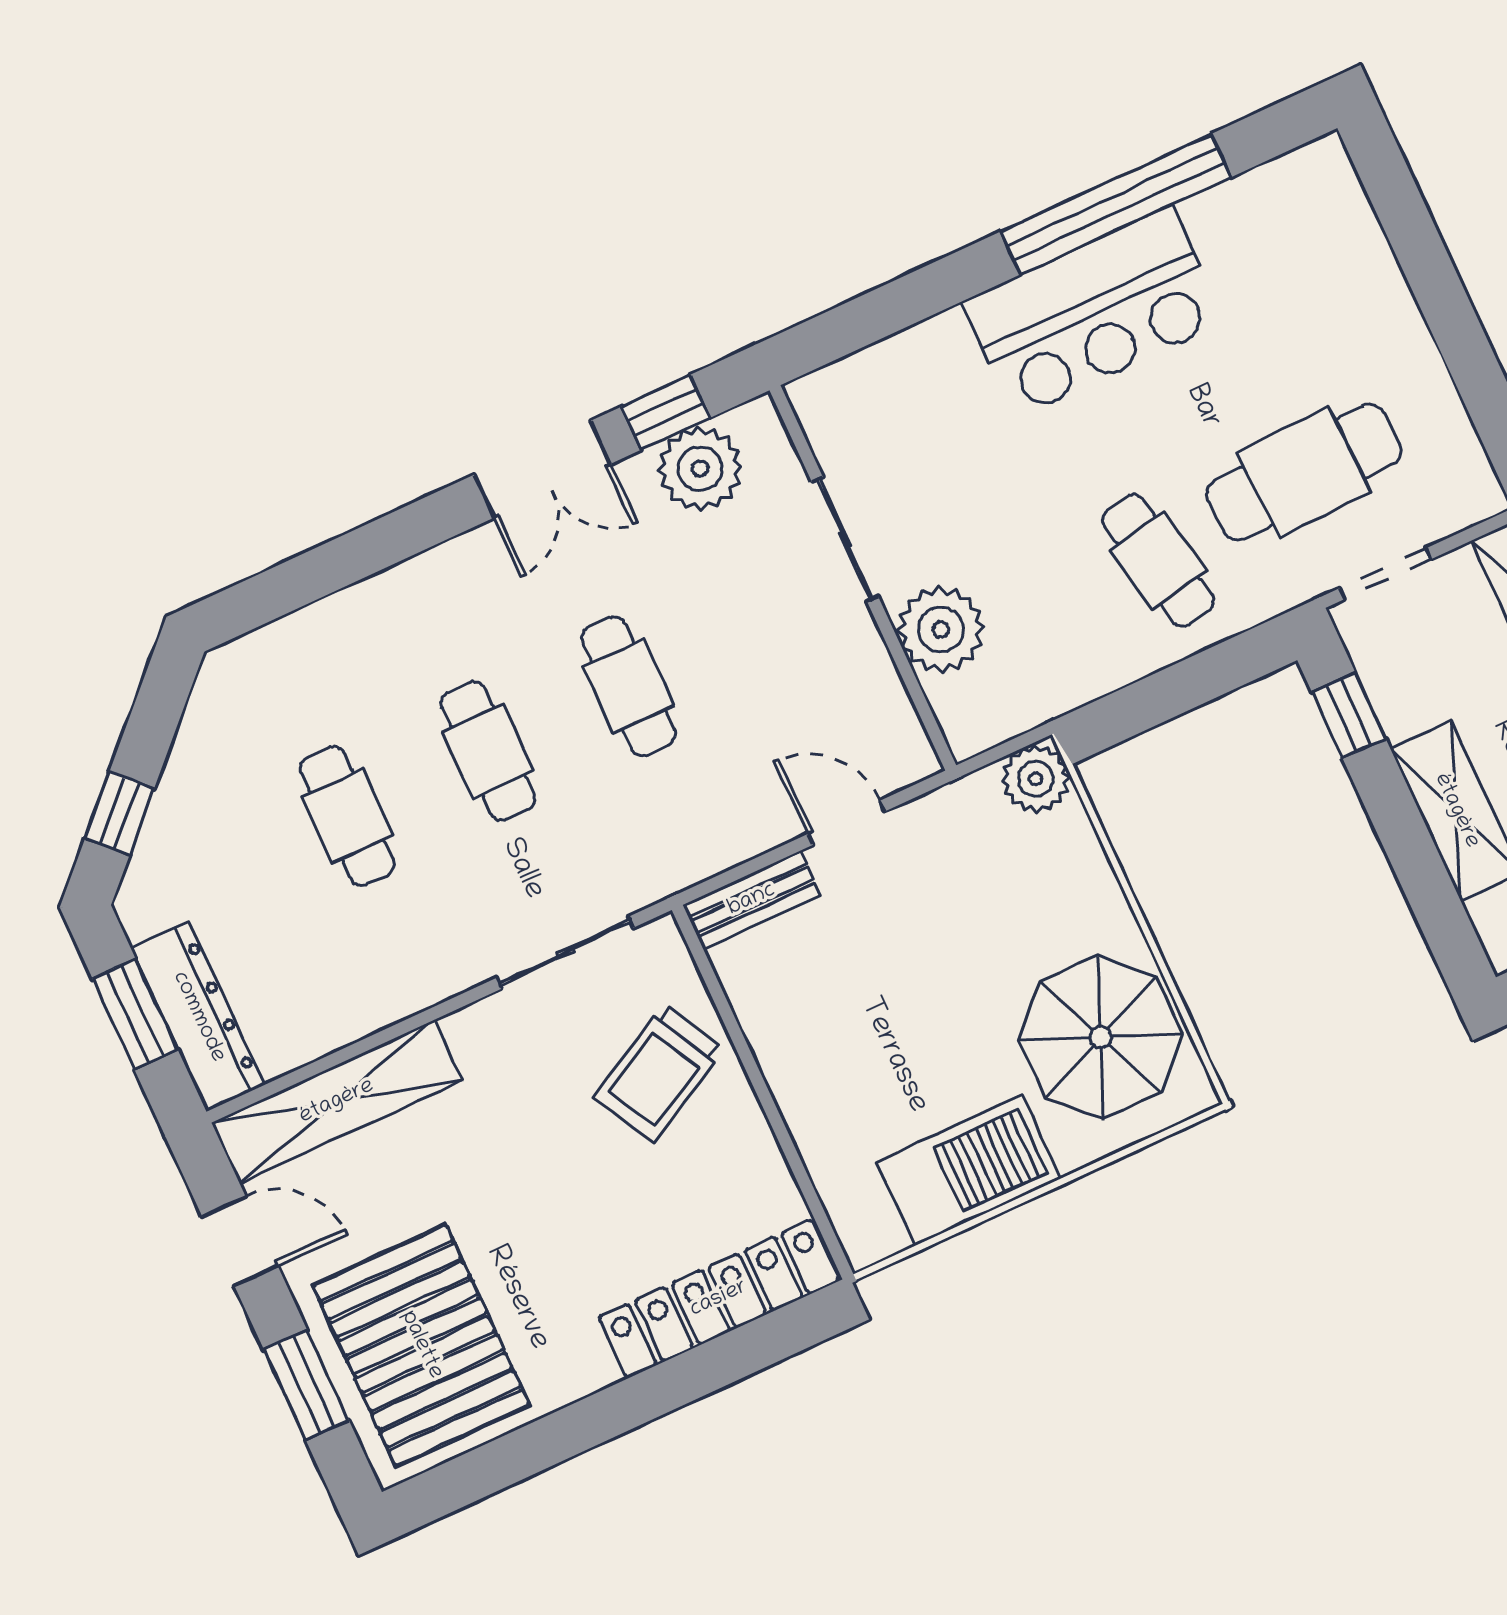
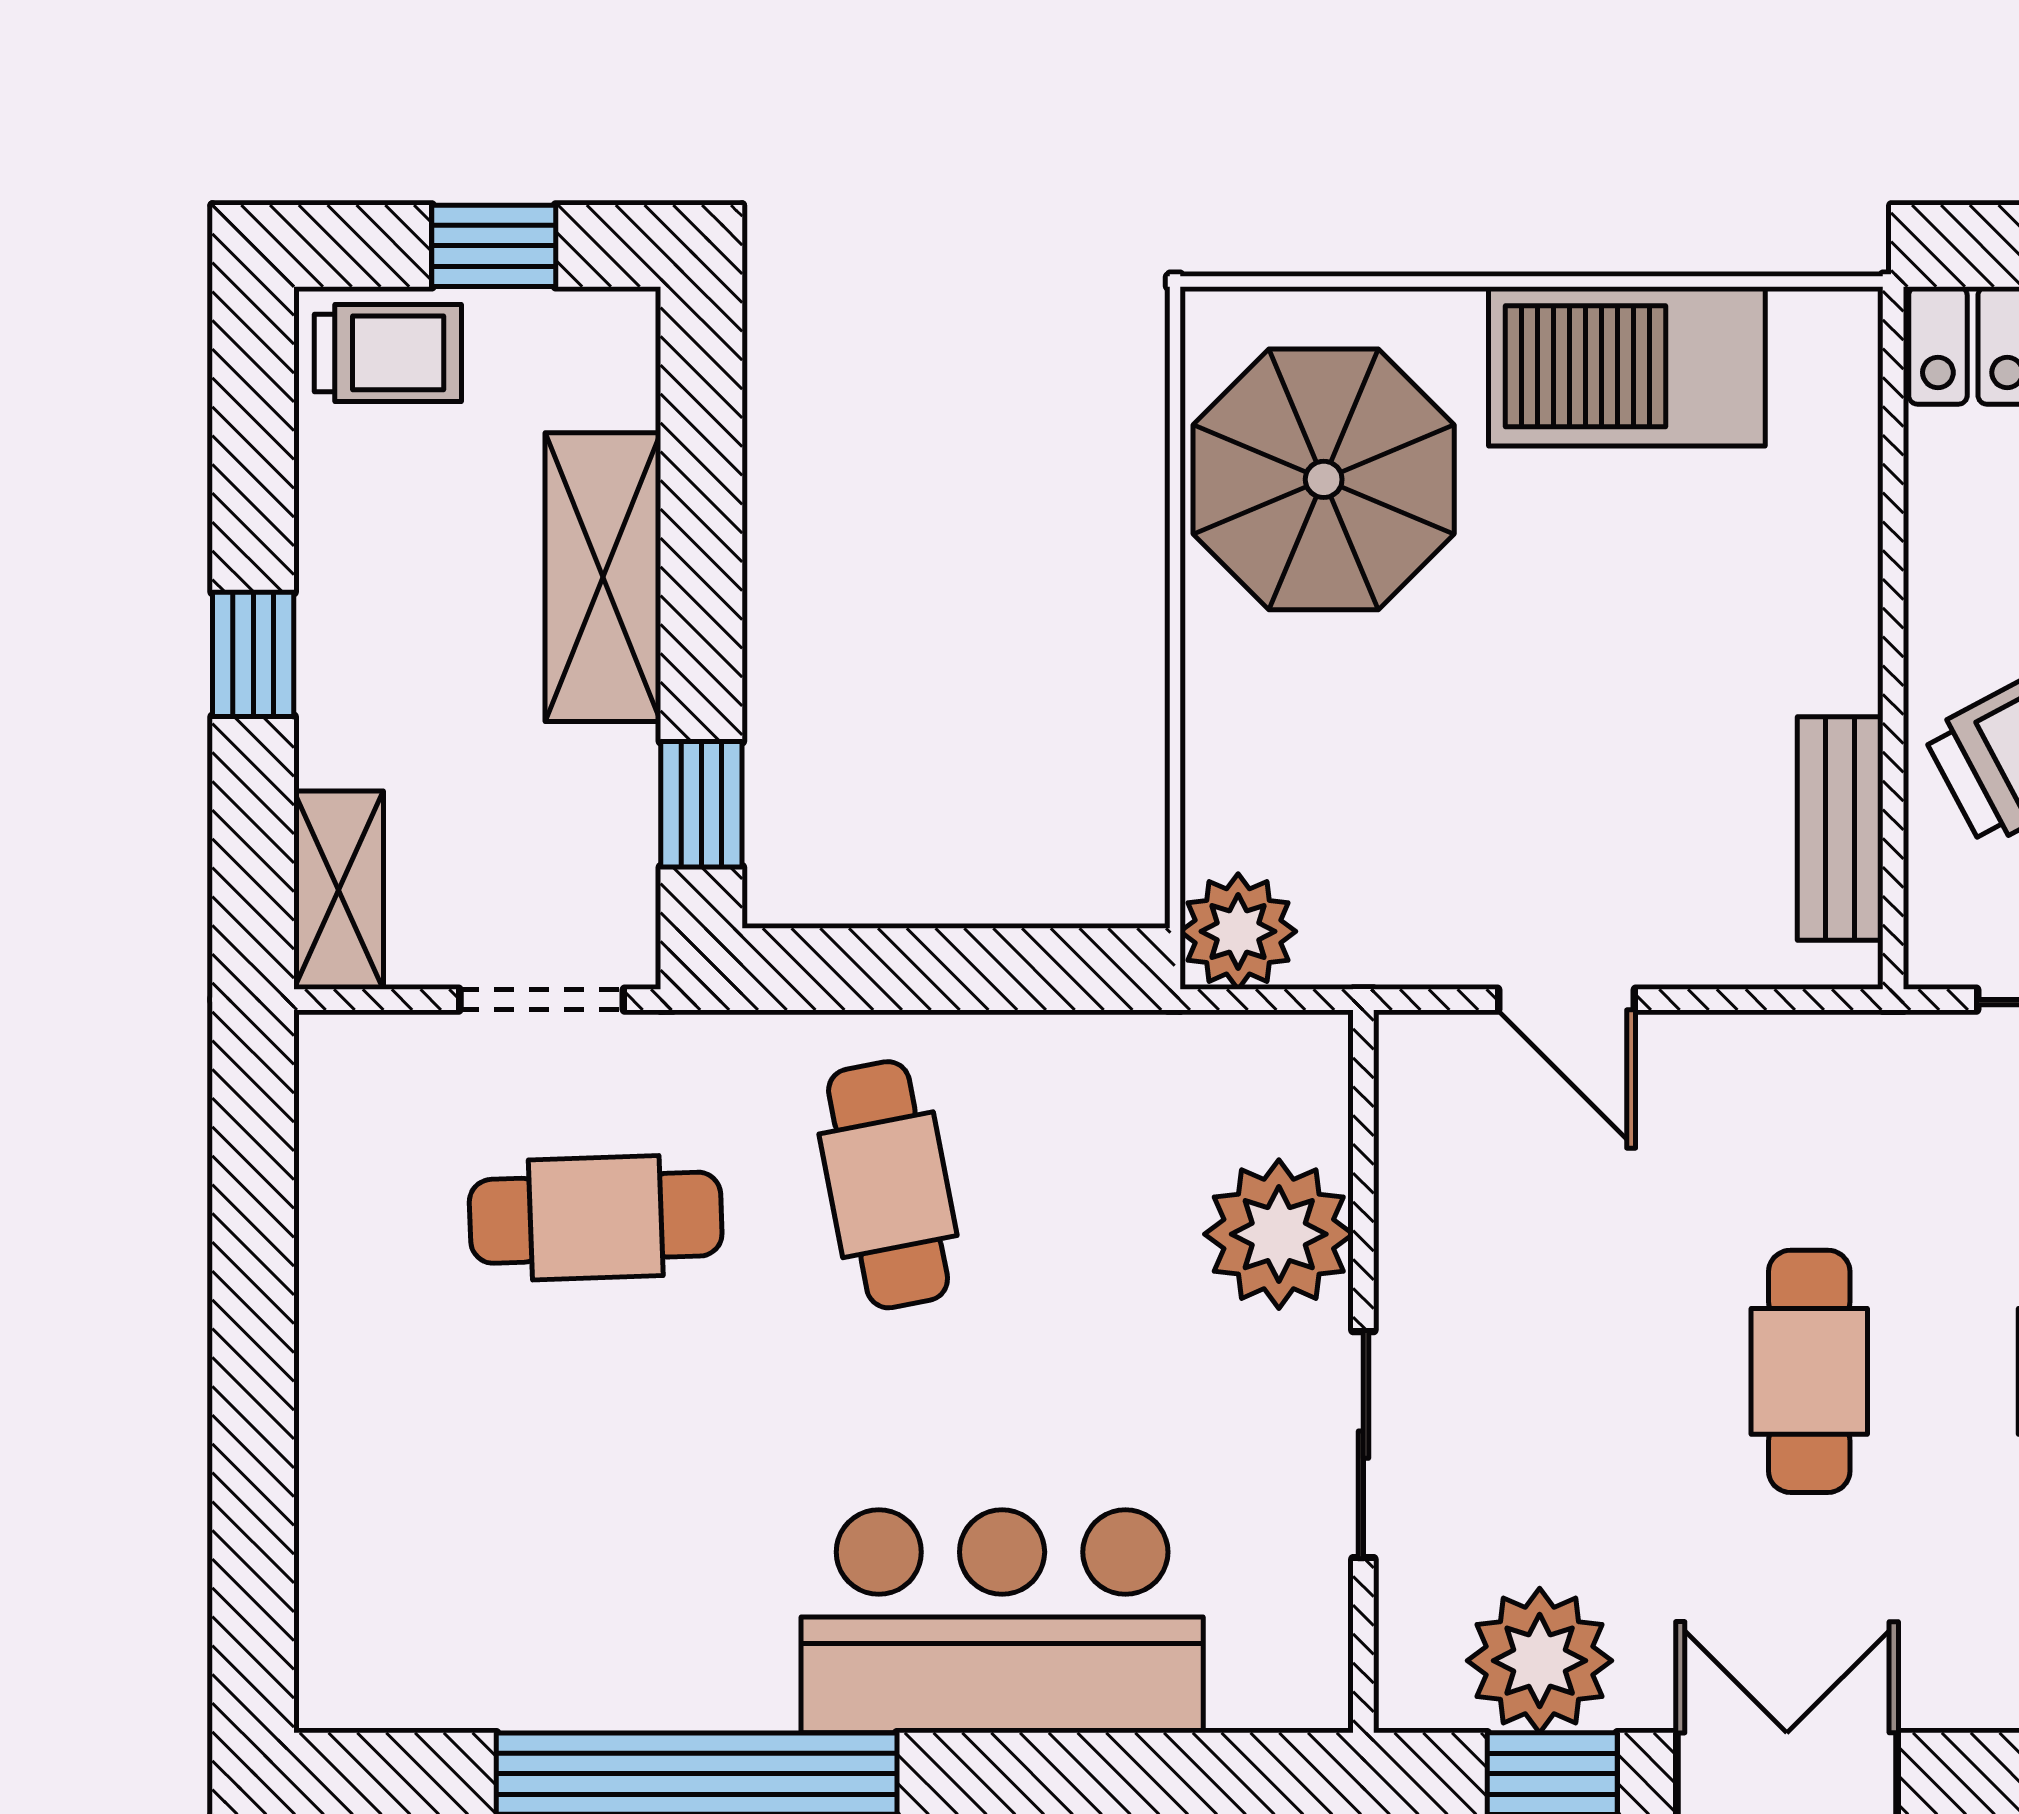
bar counter: (1093, 312) -> (1002, 1621), moved
cafe table: (1304, 472) -> (596, 1218), width x0.73, depth x0.74
bench: (752, 900) -> (1840, 829), moved, turned 90

